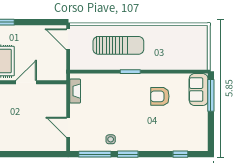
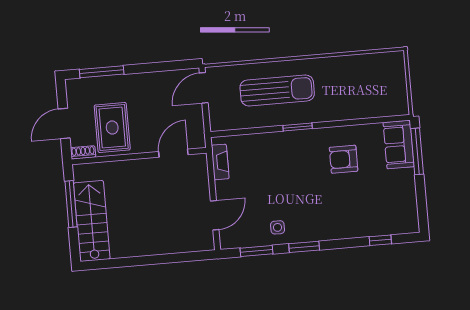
door: (68, 39) -> (204, 88), hinge flipped
door: (26, 82) -> (173, 153), moved
door: (68, 127) -> (215, 215), swing flipped
window: (95, 154) -> (257, 251), width x0.69

